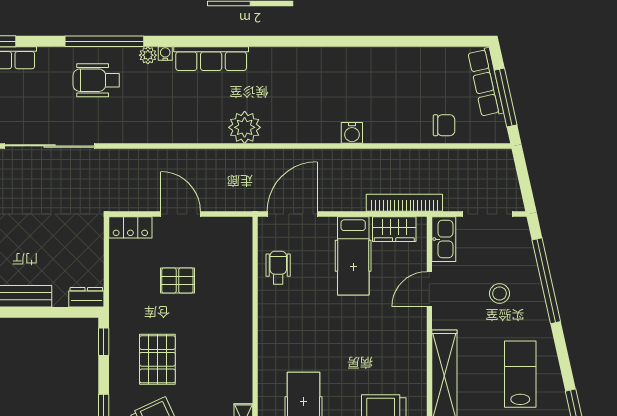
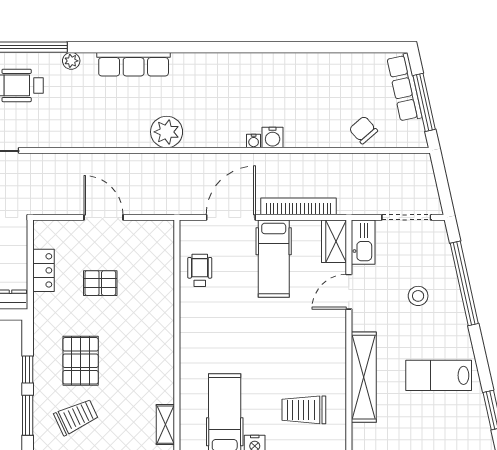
water cooler: (165, 54) -> (254, 141), moved, turned 180
chair: (444, 125) -> (363, 130), turned -131
bookcase: (404, 203) -> (299, 206), moved
door: (292, 214) -> (231, 217), moved
locker: (130, 227) -> (43, 270), moved, turned -90
wardrobe: (394, 229) -> (334, 241), moved, turned 90
window: (104, 342) -> (28, 370), moved
lab bench: (520, 374) -> (439, 375), turned -90

